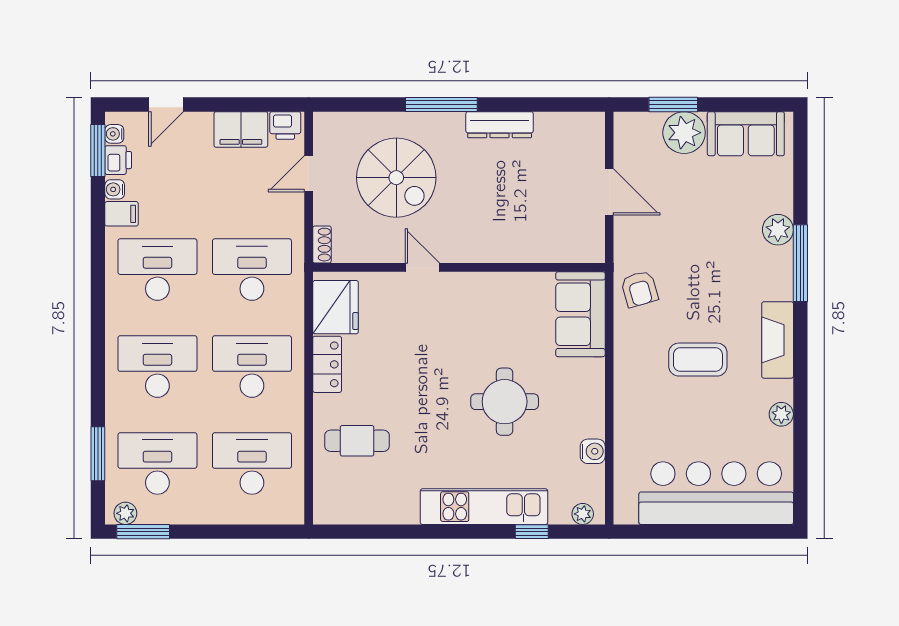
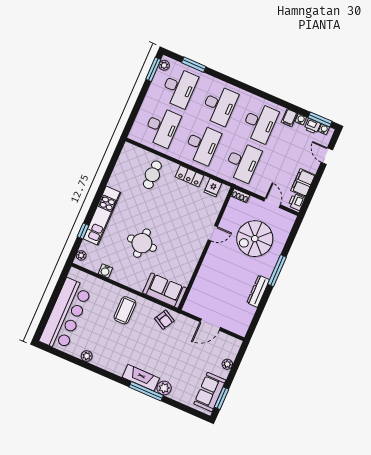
window: (673, 105) -> (222, 398), moved
plant: (684, 133) -> (227, 364), width x0.53, depth x0.53
armchair: (639, 289) -> (164, 320), turned -135
fridge: (336, 307) -> (213, 188), width x0.53, depth x0.75
fireplace: (778, 340) -> (141, 378), moved
coffee table: (698, 360) -> (125, 310), moved

